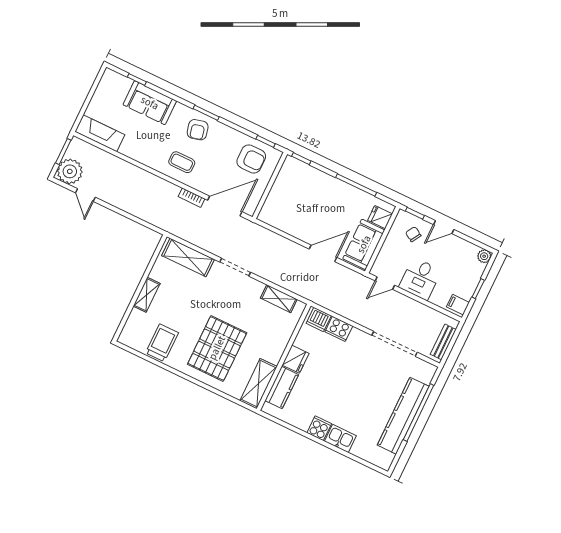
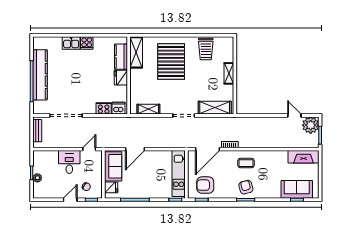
sofa: (150, 103) -> (297, 189), moved
kitchen unit: (280, 192) -> (179, 174), added
plant: (484, 256) -> (37, 178), moved
filing cabinet: (458, 305) -> (39, 157), removed

